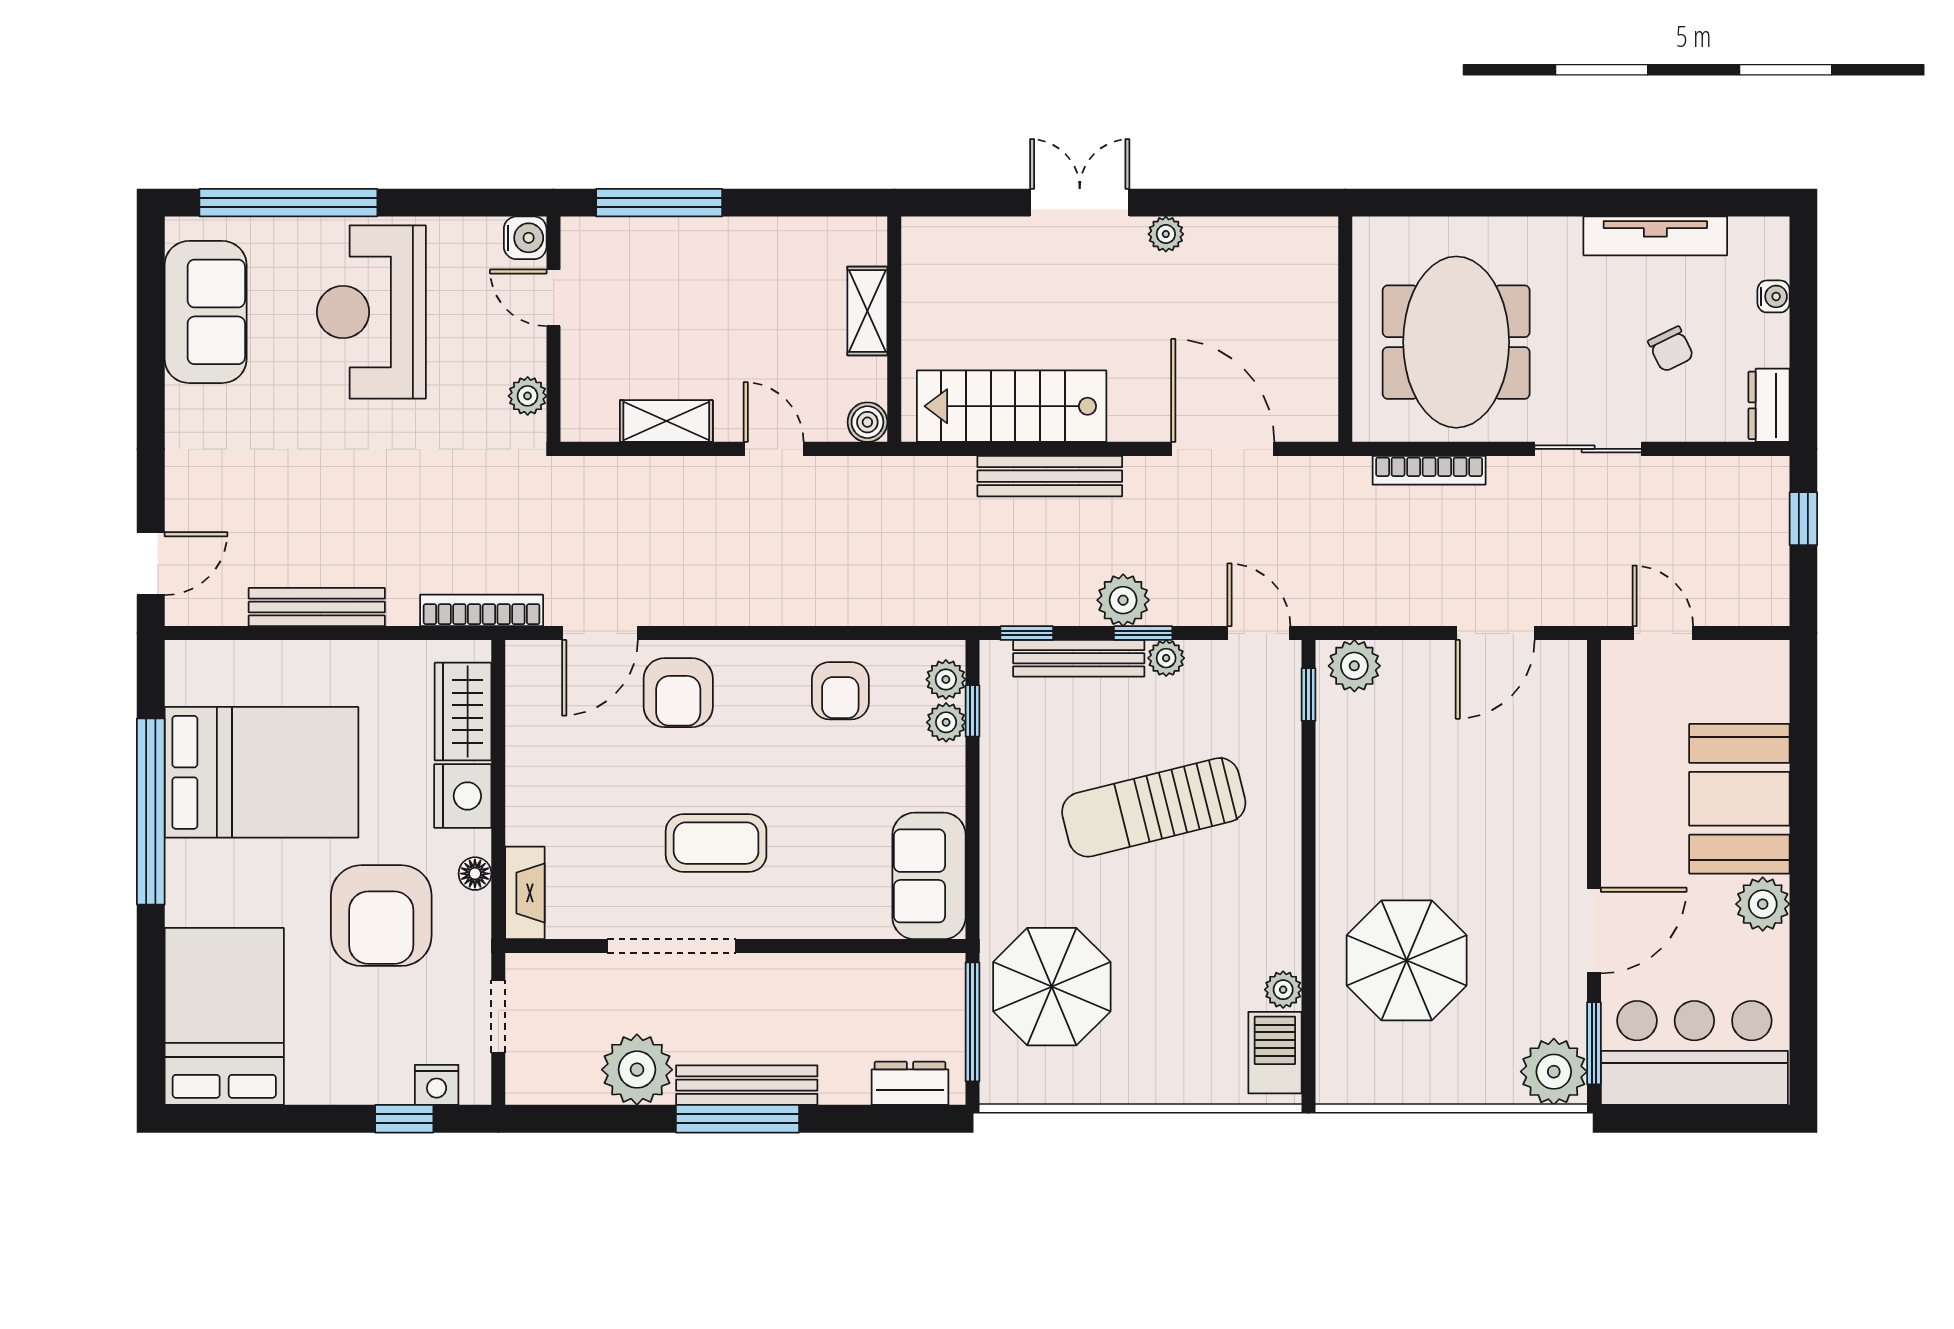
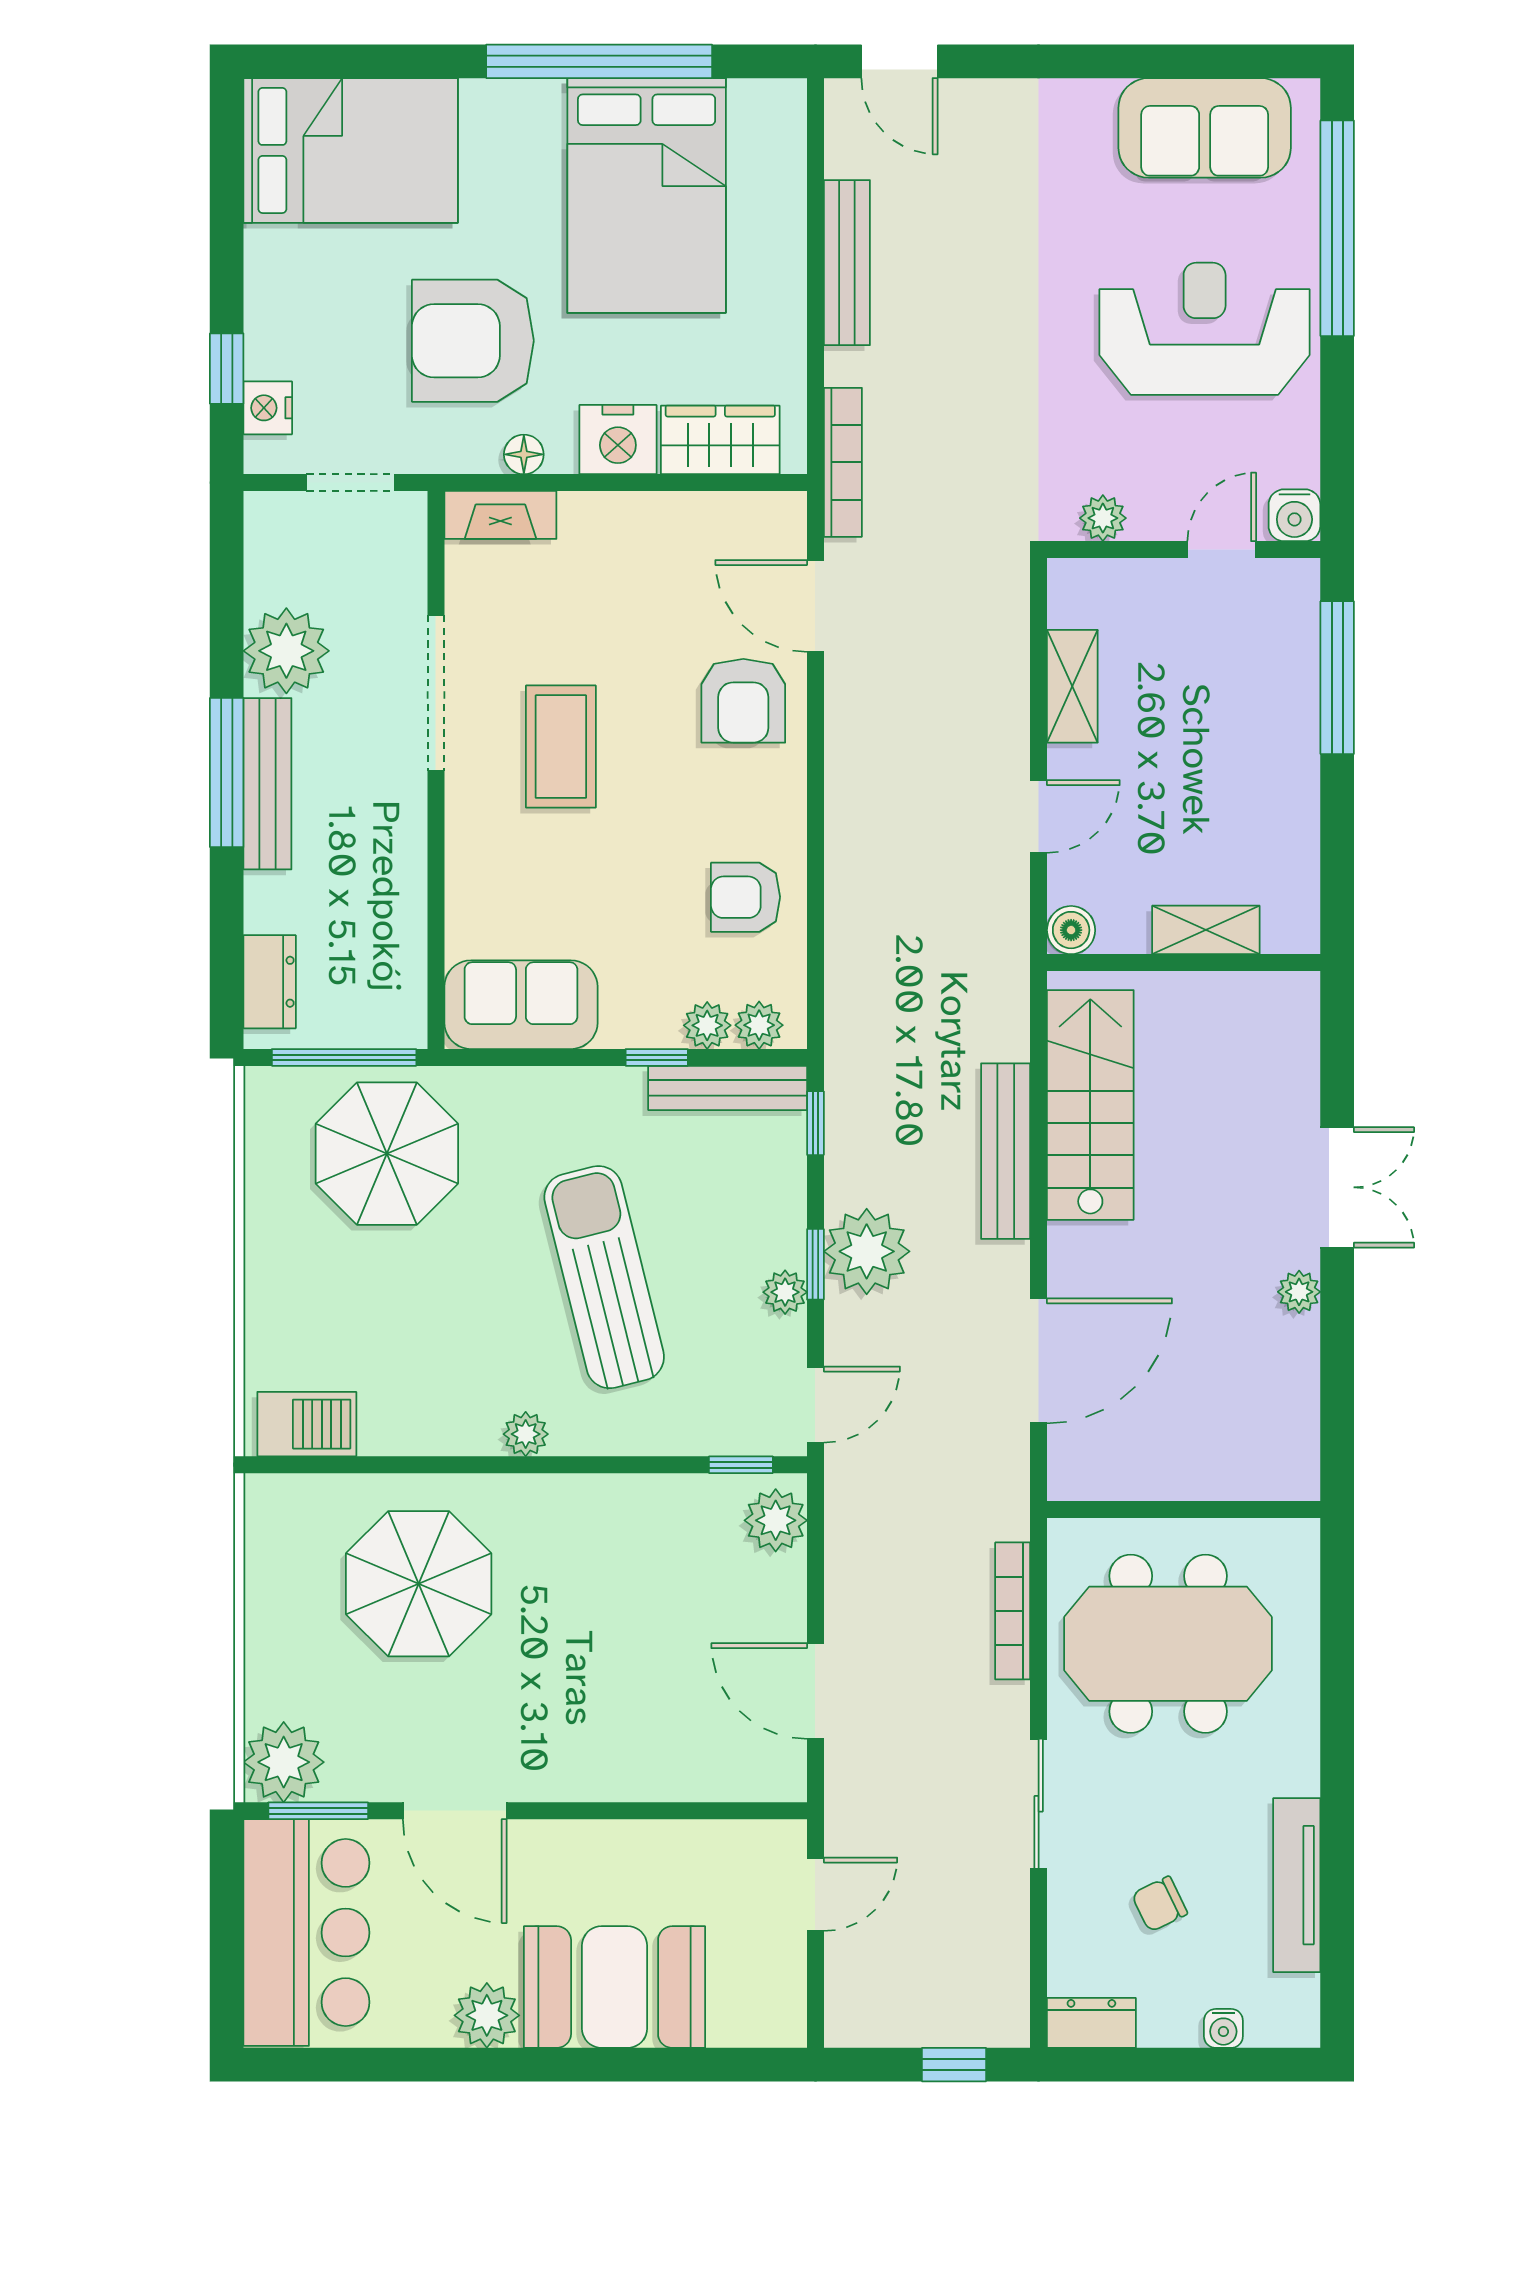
plant: (1123, 600) -> (867, 1251), width x1.36, depth x1.36
bench: (1079, 658) -> (728, 1088), moved, turned 90
armchair: (678, 693) -> (743, 701), turned -90
window: (972, 711) -> (657, 1057), moved
plant: (1283, 990) -> (526, 1434), moved

